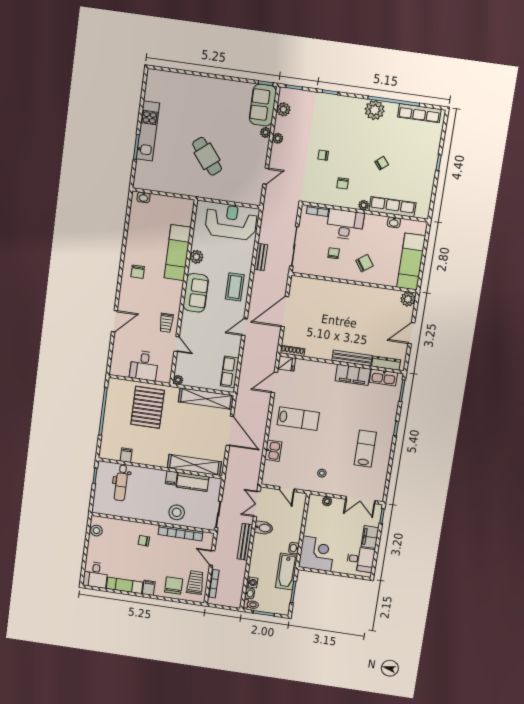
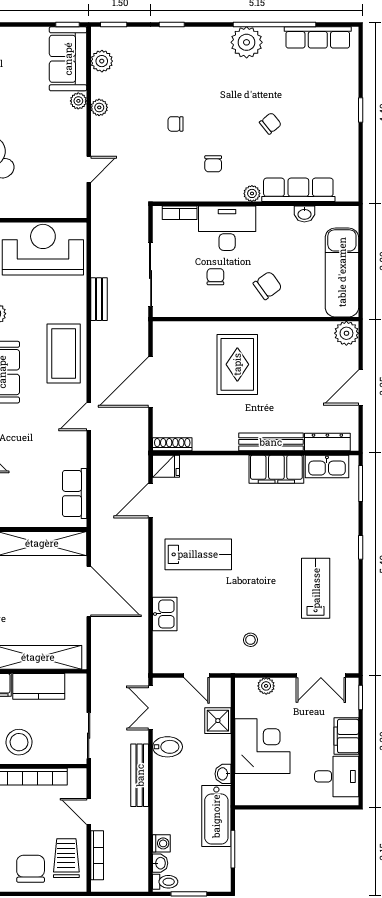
coffee table: (235, 287) -> (64, 353), width x1.36, depth x1.32
rug: (339, 309) -> (237, 364), added
shower: (295, 517) -> (218, 721), added
corner desk: (317, 554) -> (262, 746), moved

